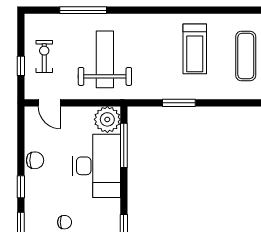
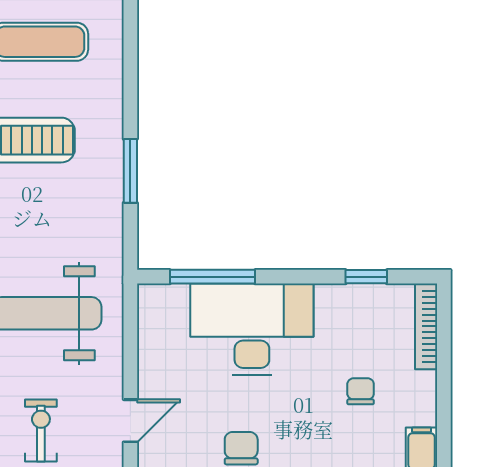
exercise bike: (44, 56) -> (41, 430), turned 90
plant: (107, 119) -> (162, 309), removed

